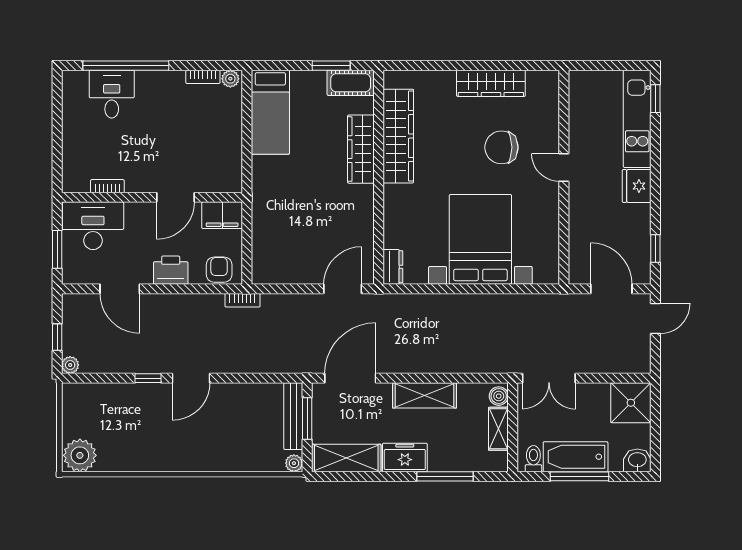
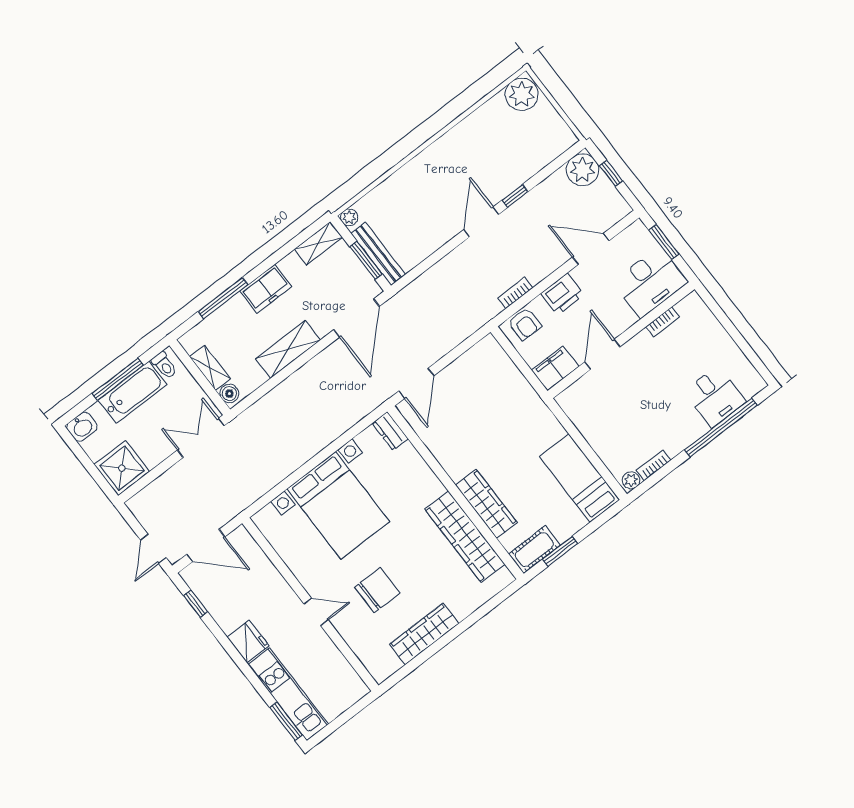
window: (655, 99) -> (286, 721), width x1.50
bookcase: (242, 300) -> (515, 293), moved
plant: (70, 365) -> (582, 170), width x1.87, depth x1.87
shelving: (346, 458) -> (318, 243), width x0.67, depth x0.75

